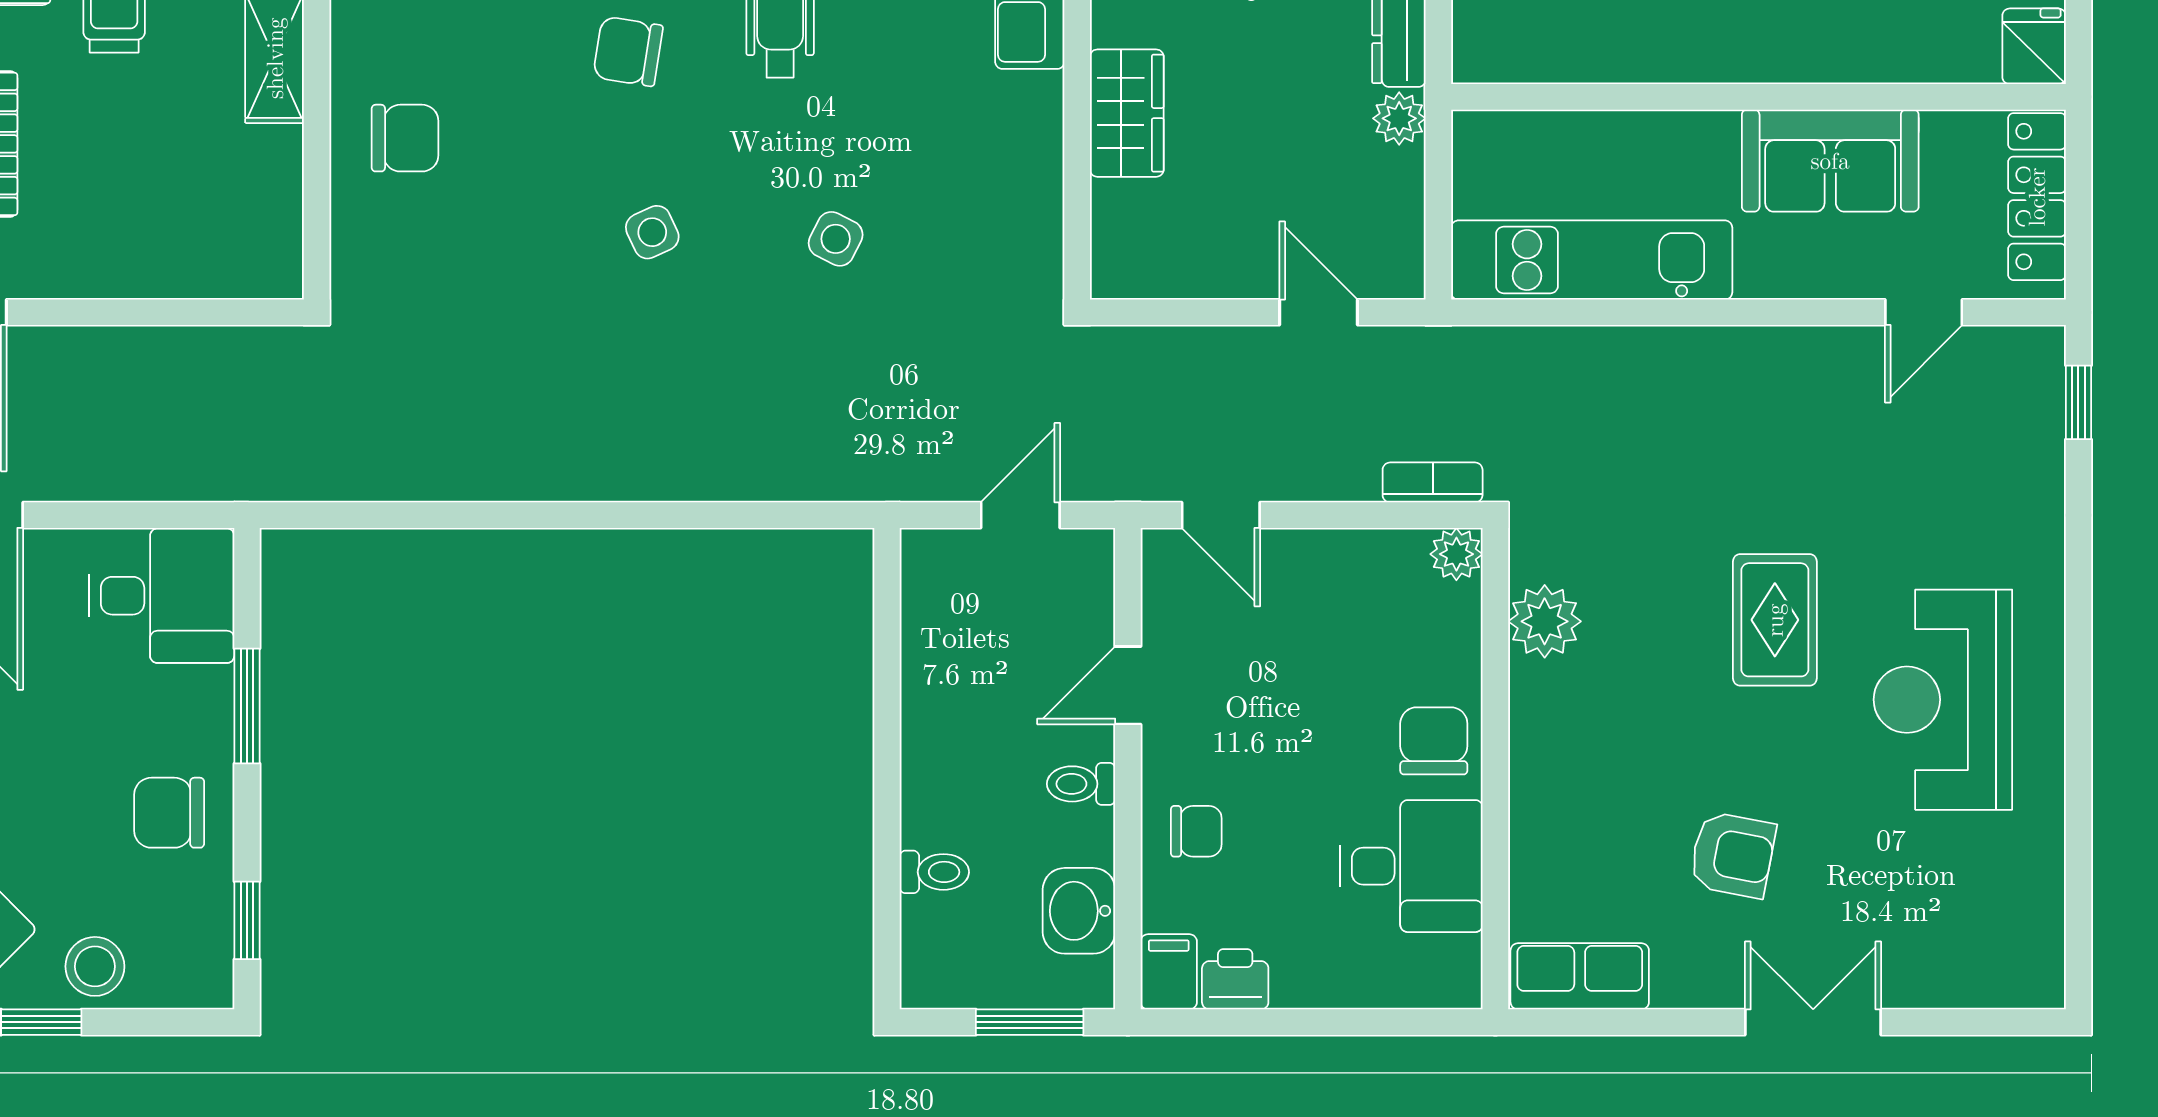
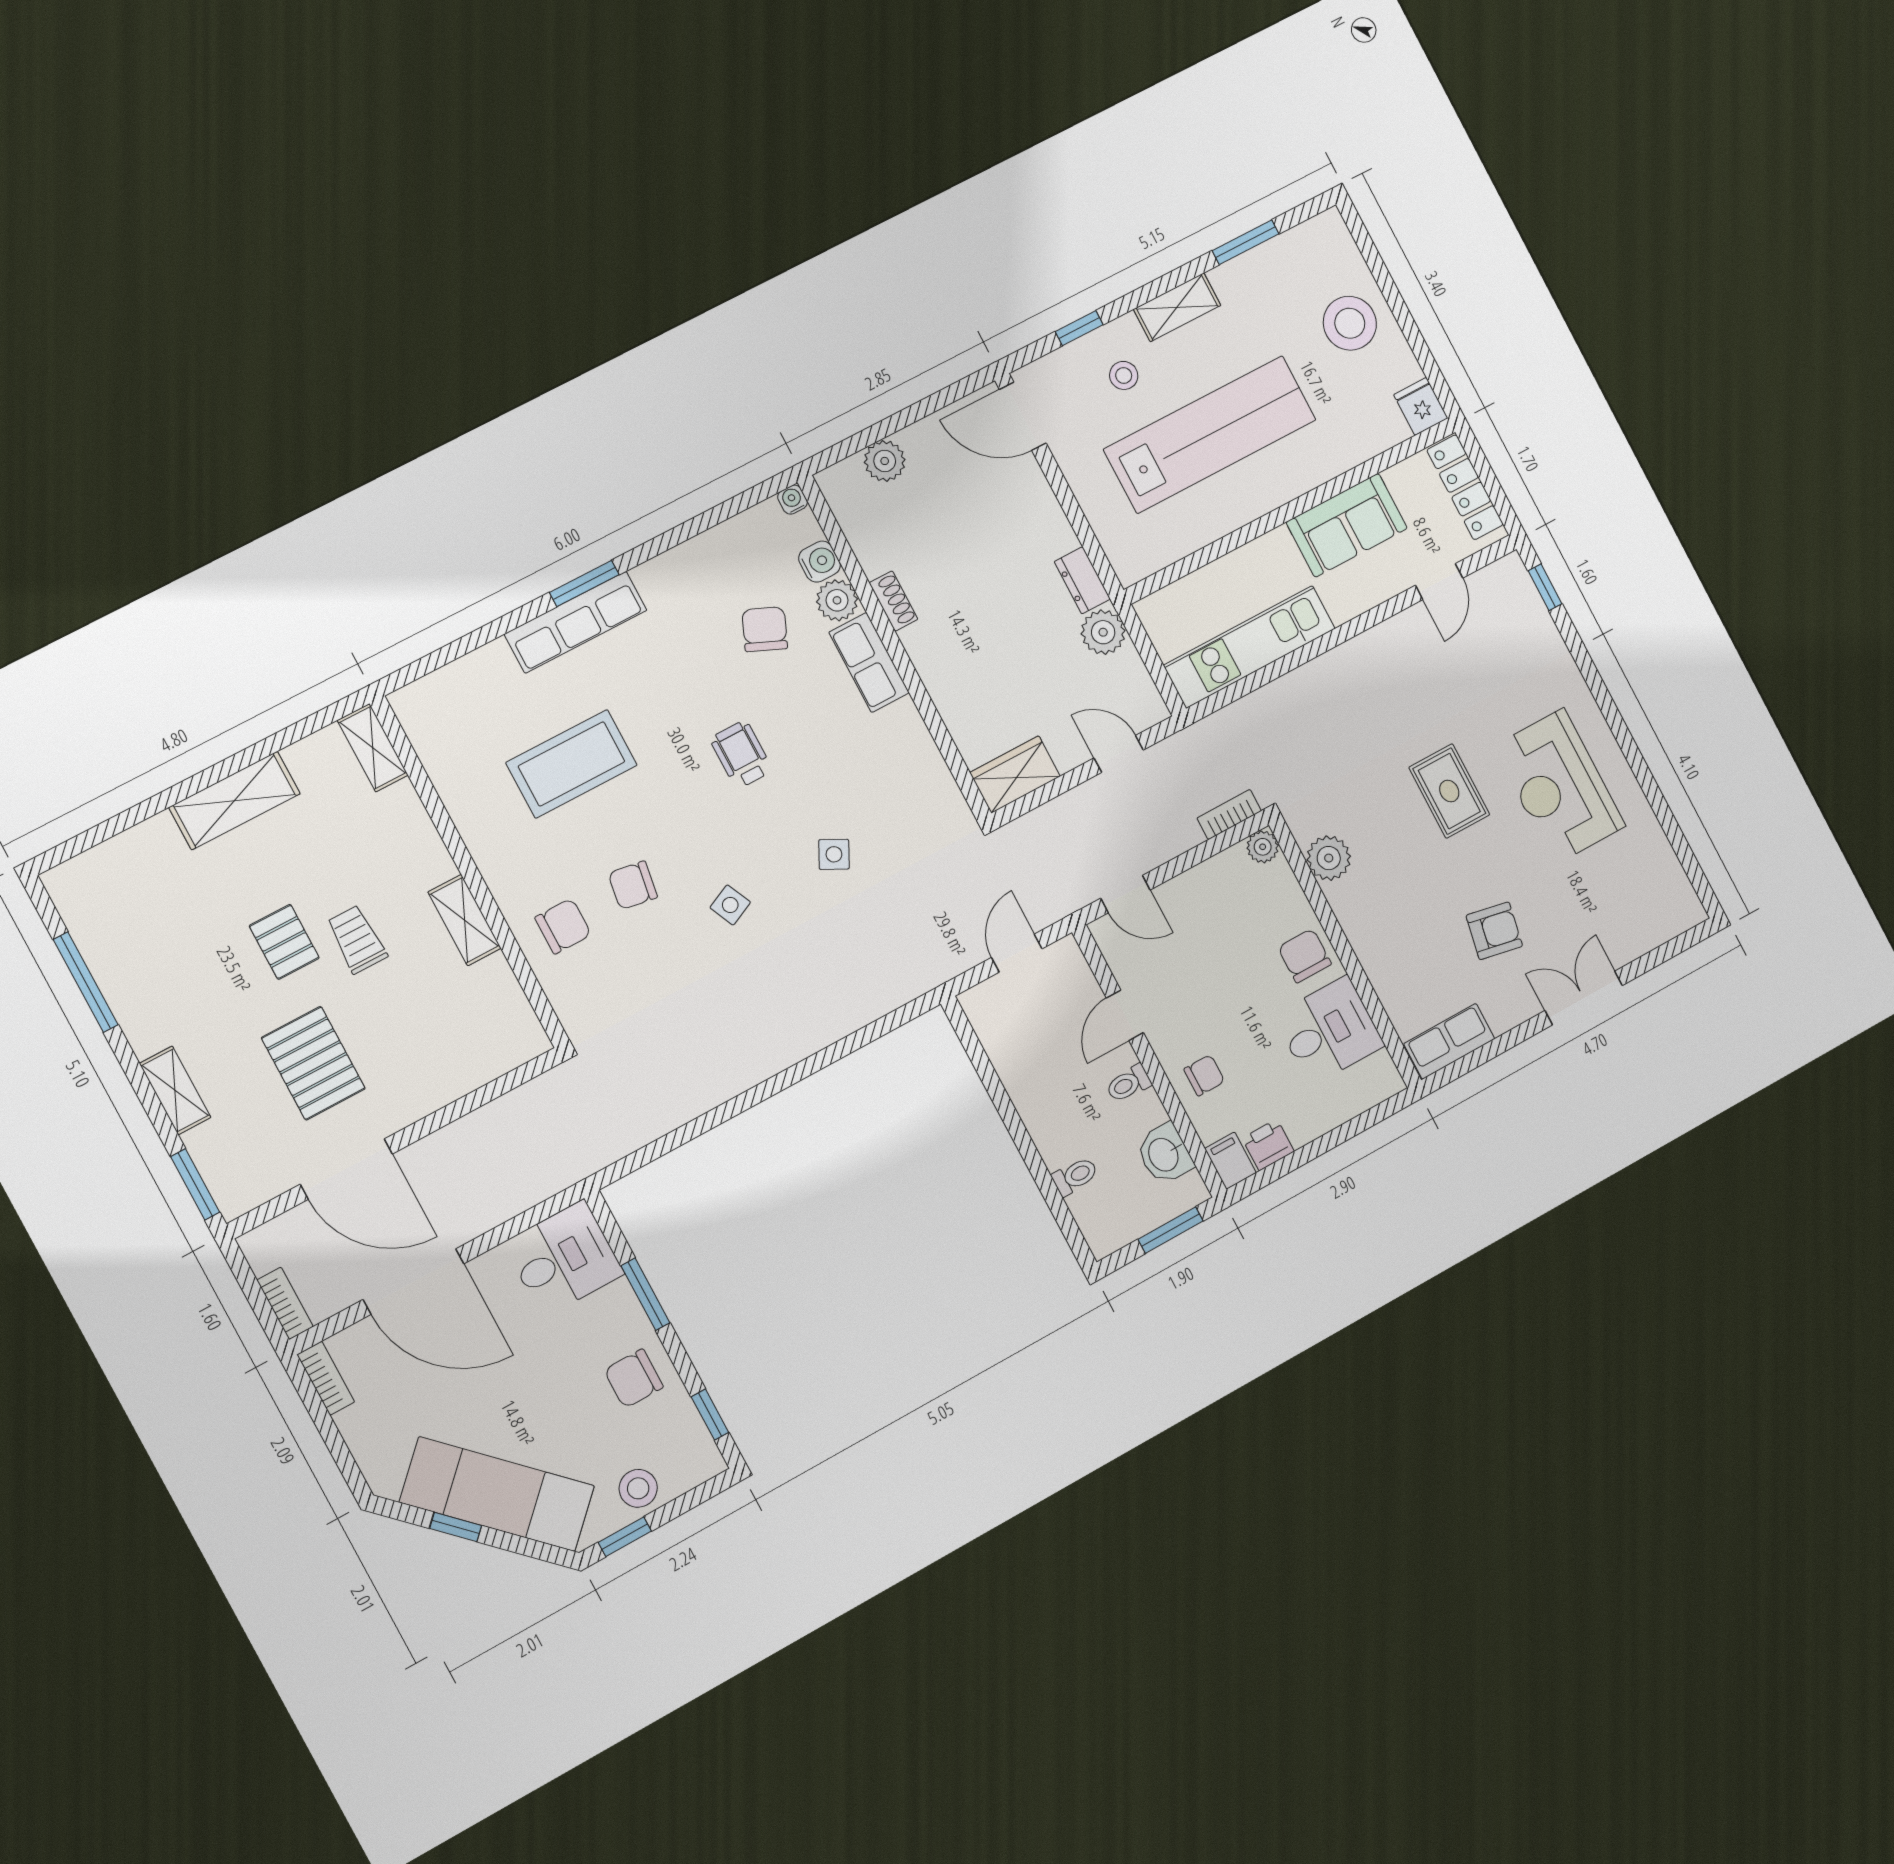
chair: (628, 51) -> (633, 885), moved
wardrobe: (1127, 113) -> (1015, 774), moved, turned -90
plant: (1399, 118) -> (1103, 632), width x1.38, depth x1.38

